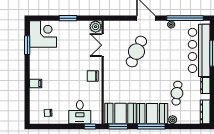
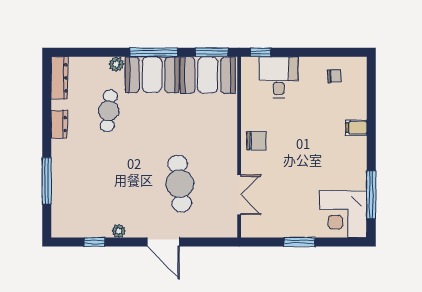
window: (185, 18) -> (94, 242), width x0.32
plant: (96, 27) -> (251, 227), removed
window: (27, 45) -> (371, 195), width x1.44
bar counter: (199, 50) -> (70, 186), removed
cafe table: (136, 52) -> (180, 184), turned -30

